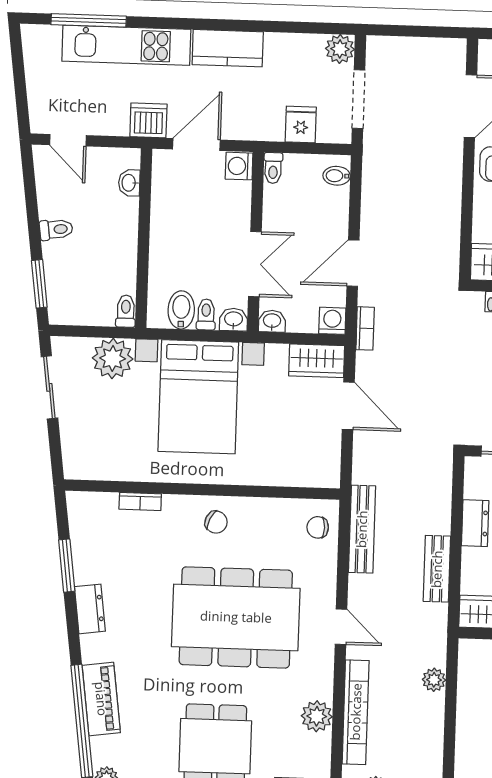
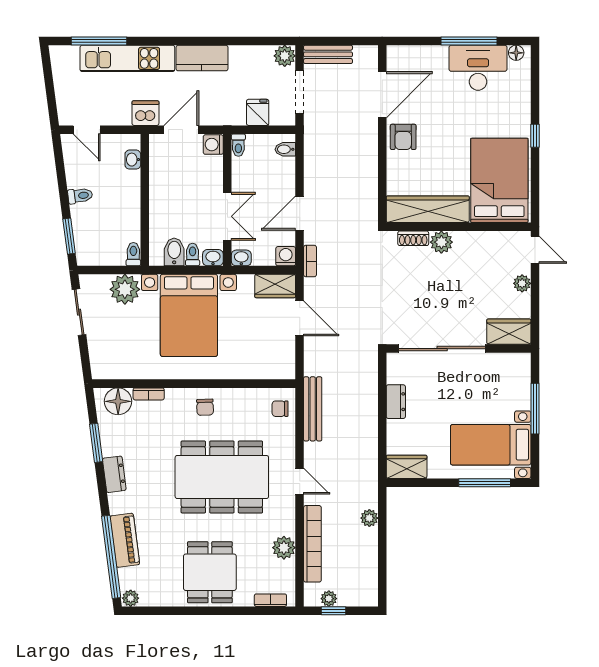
floor lamp: (98, 510) -> (118, 401), added
chair: (216, 522) -> (205, 407), turned 63
bench: (437, 569) -> (328, 54), moved, turned 90

